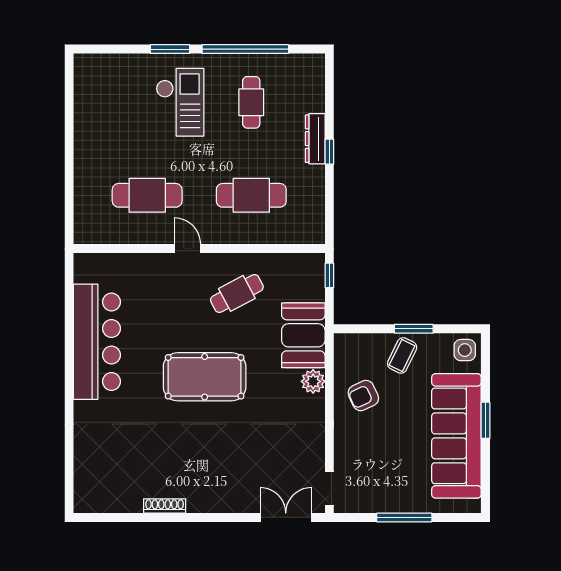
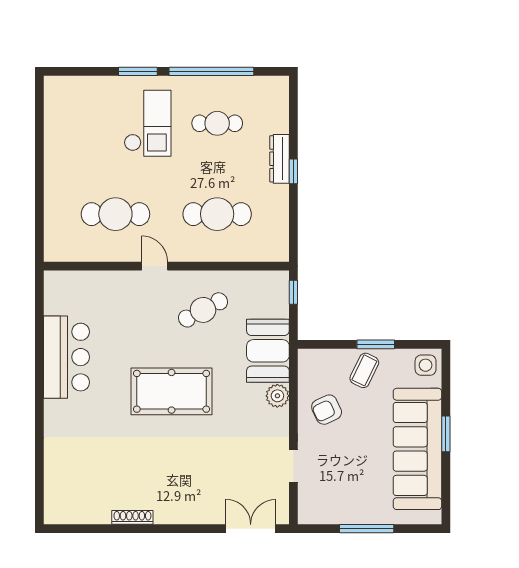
cafe table: (251, 102) -> (217, 123), turned 90
bar counter: (97, 342) -> (66, 357), width x0.73
doorway: (329, 489) -> (293, 466), moved

